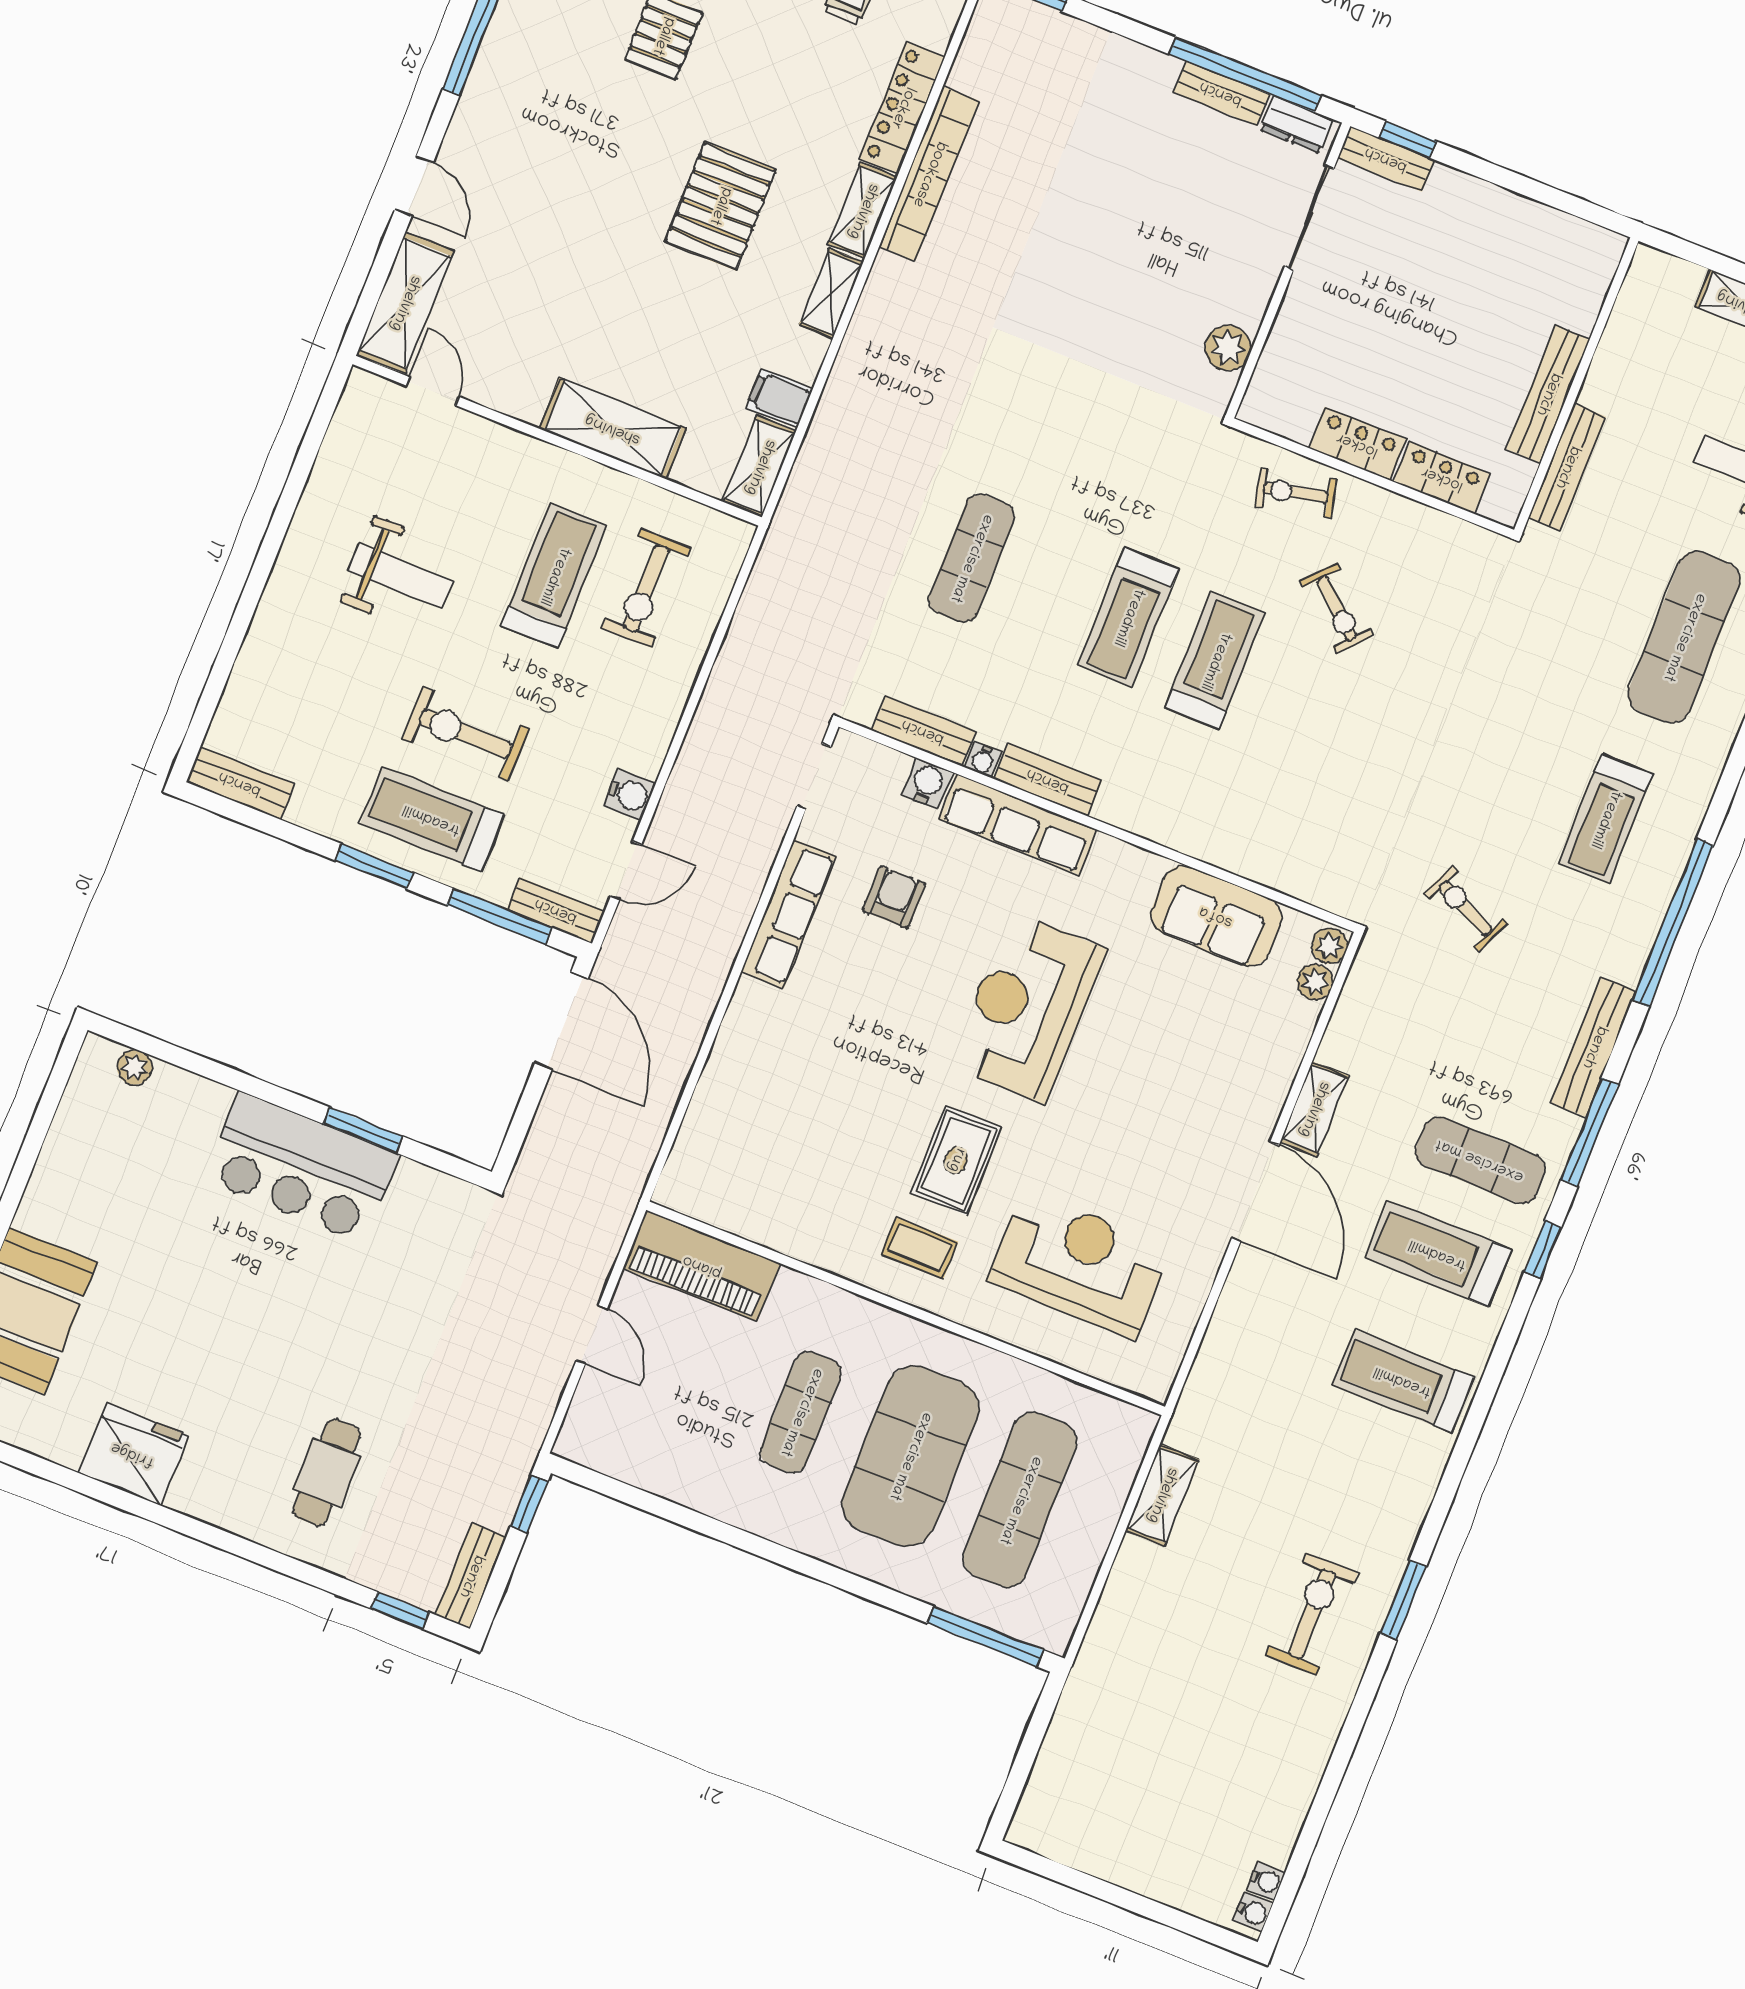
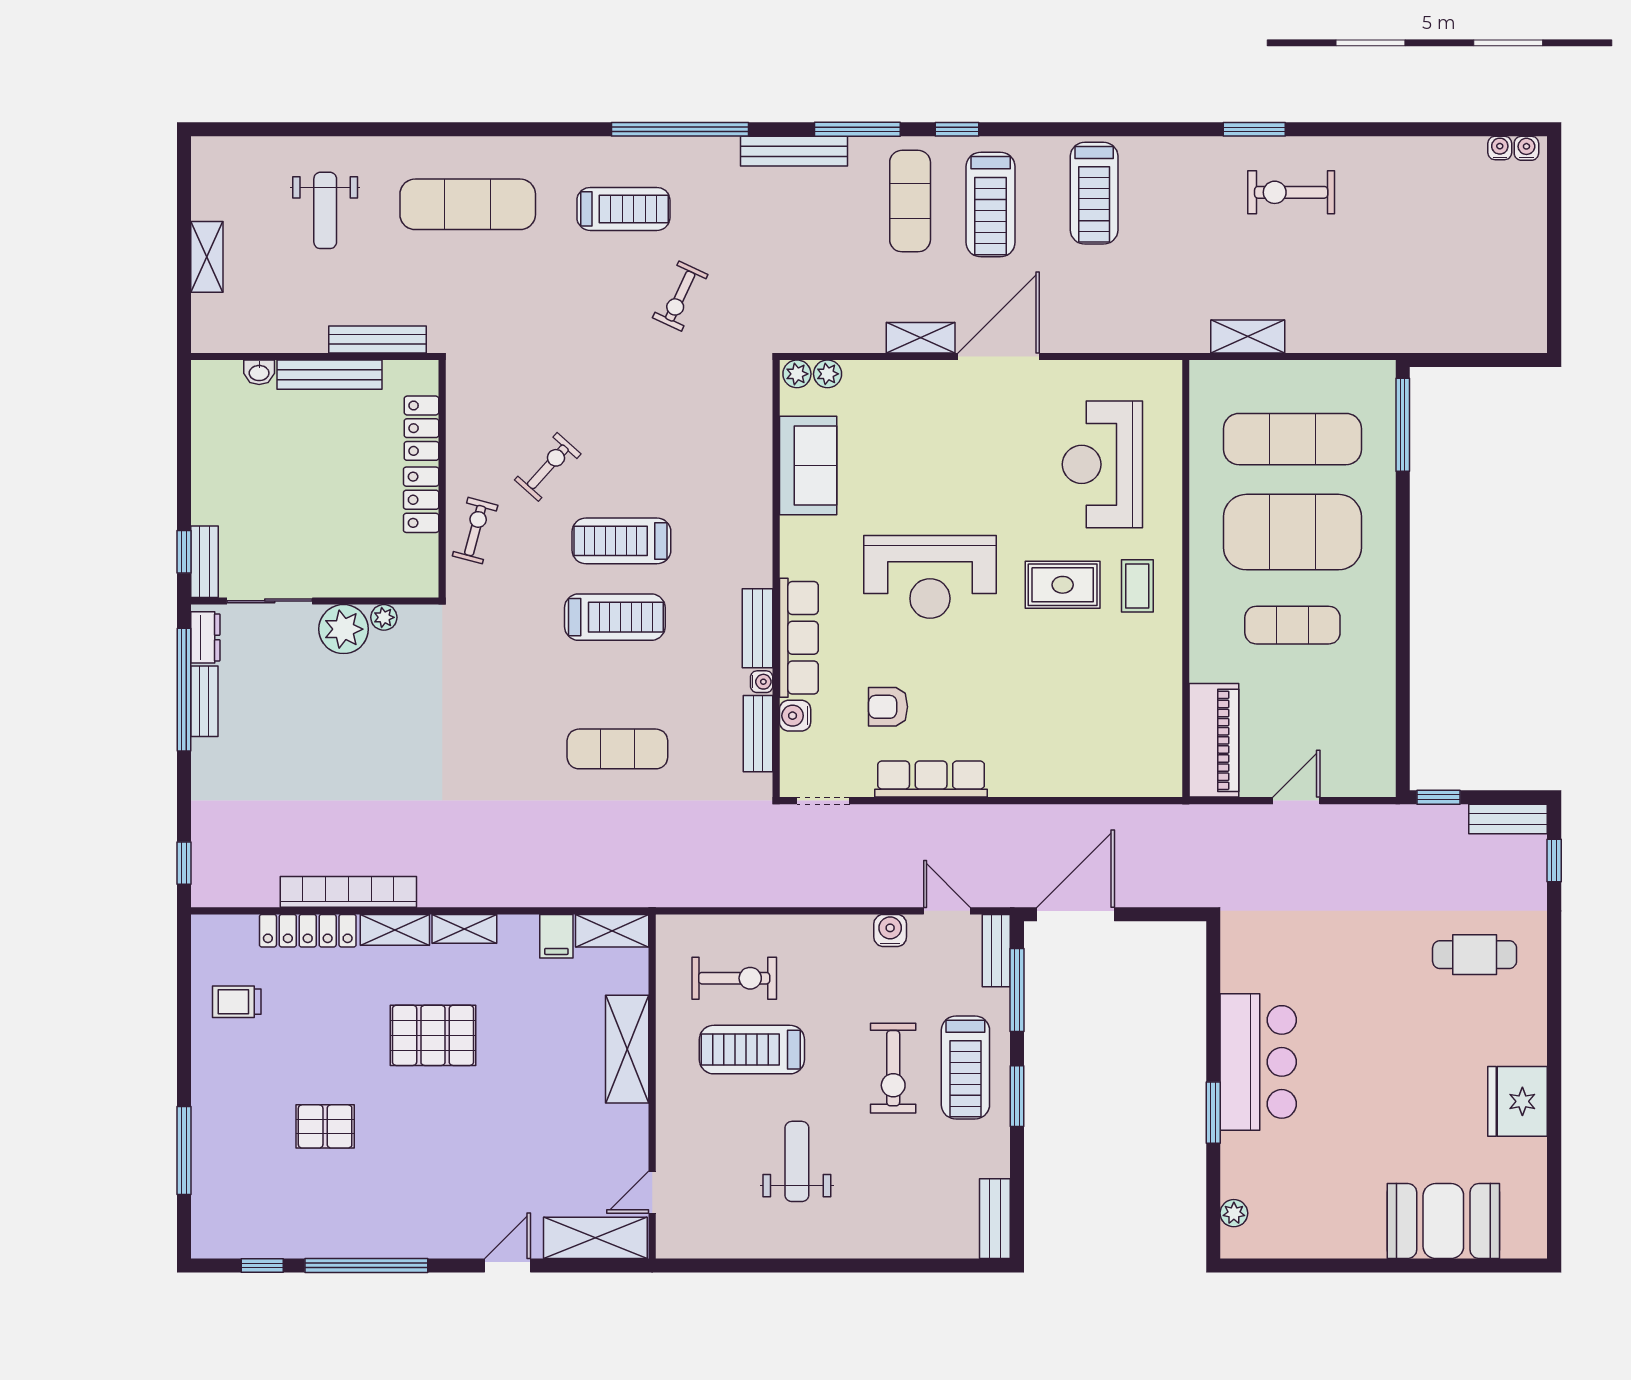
plant: (1241, 291) -> (343, 629), added
washbasin: (1584, 312) -> (259, 372), added
plant: (1228, 348) -> (384, 617), width x0.73, depth x0.73
exercise bike: (1296, 493) -> (475, 531), turned -152
exercise bike: (1466, 908) -> (680, 296), moved
window: (363, 1130) -> (1213, 1113), moved

